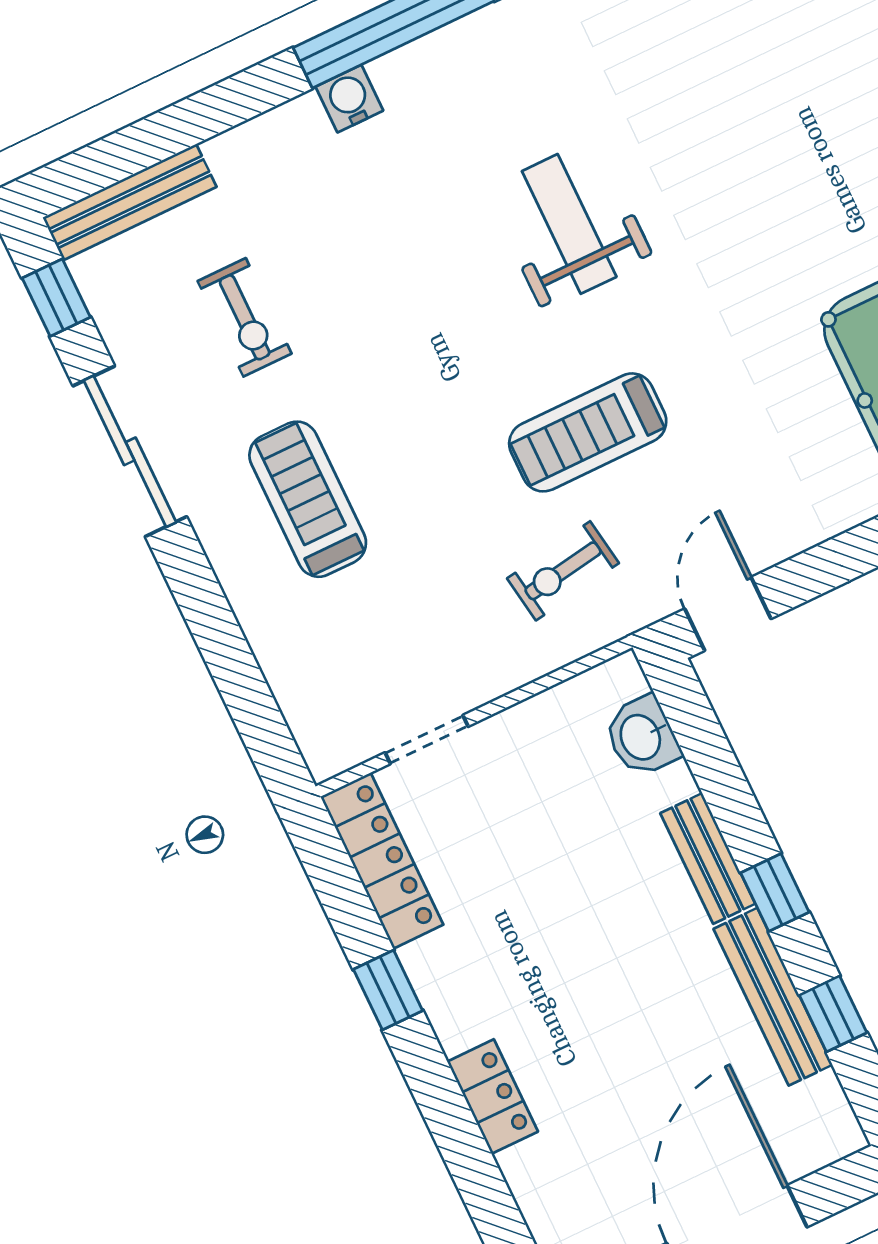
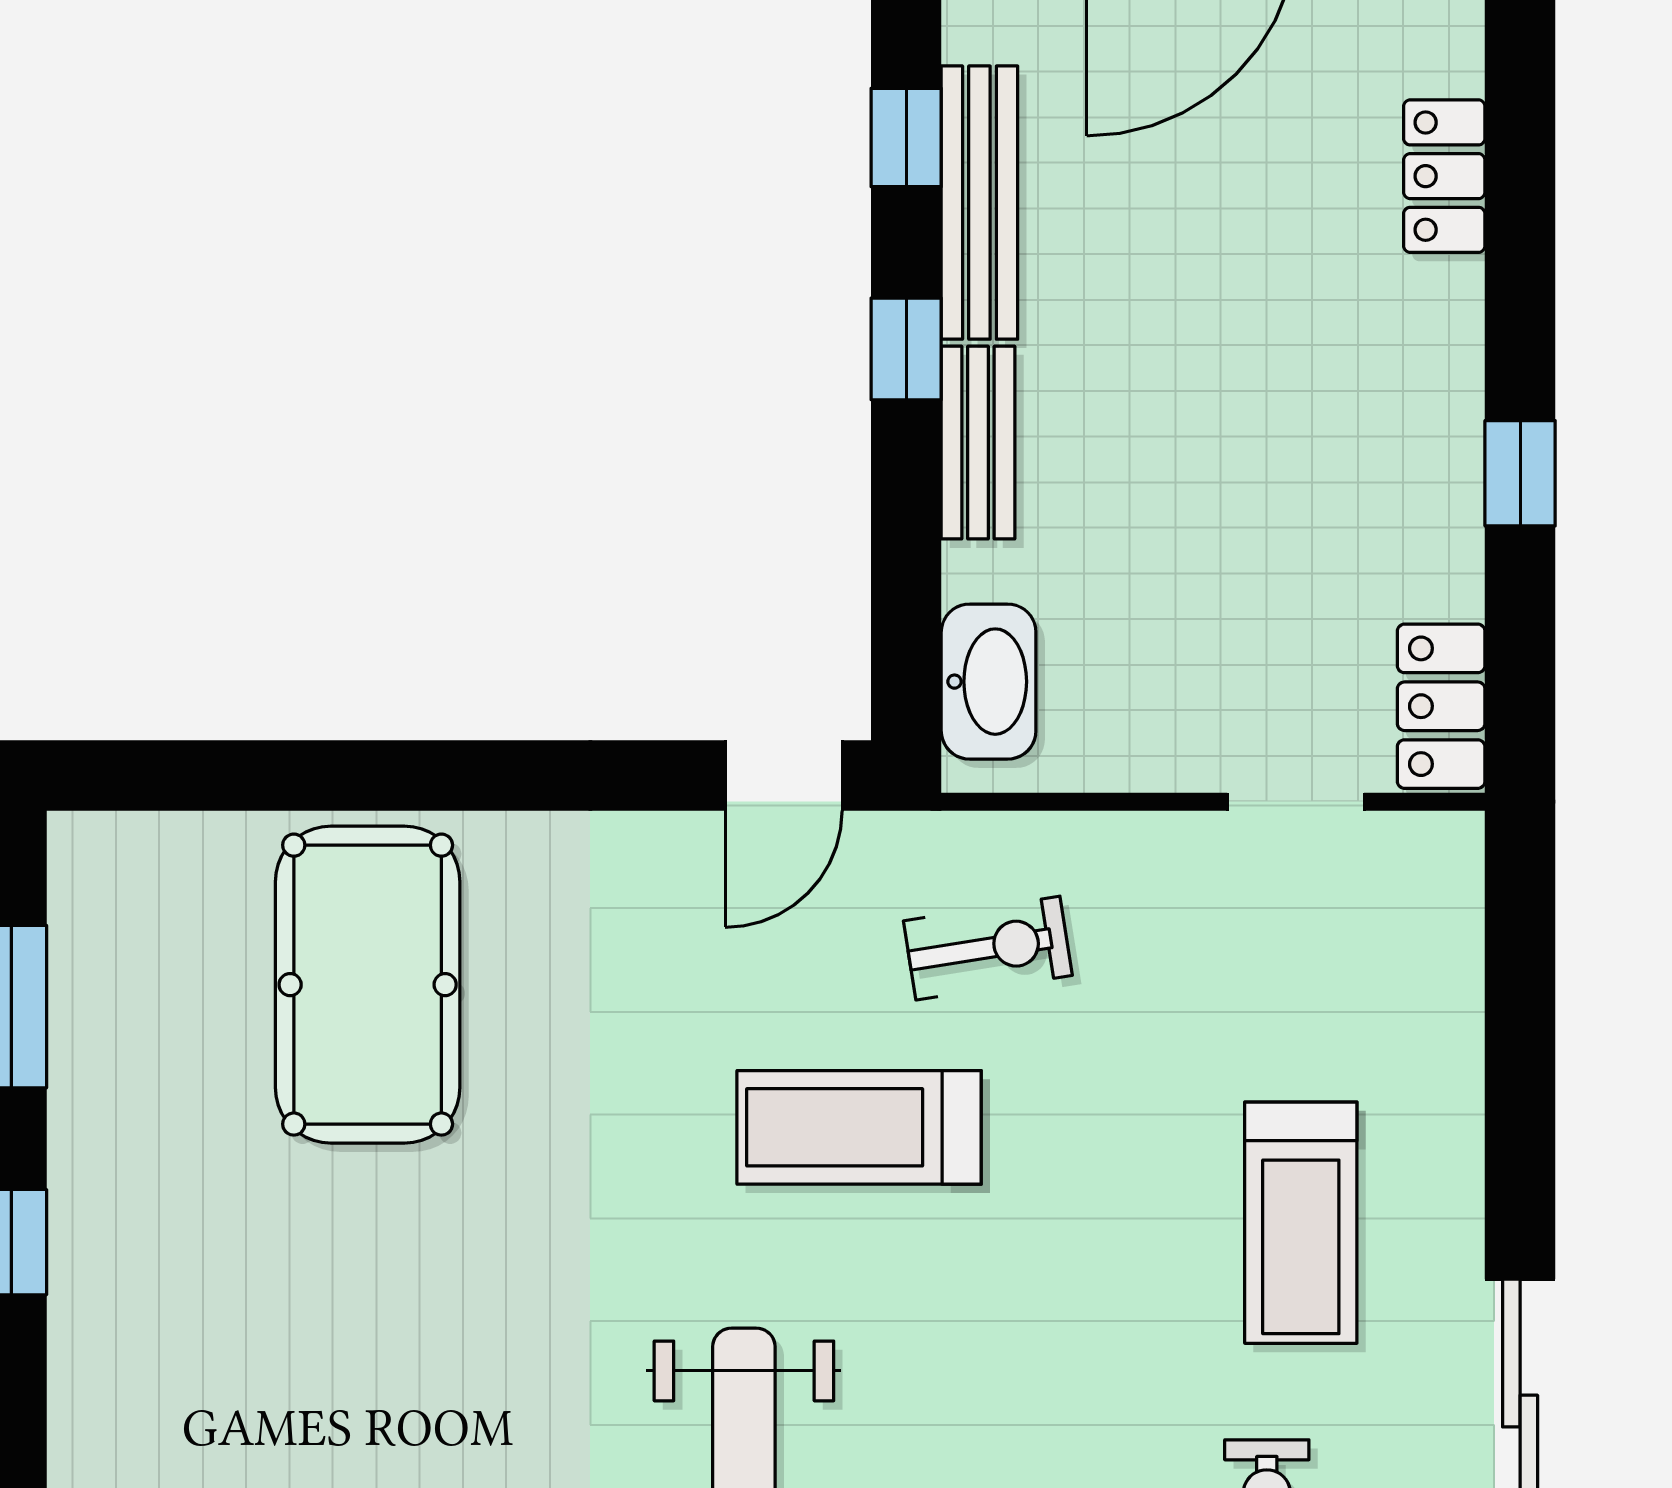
treadmill: (588, 432) -> (859, 1127), turned 180
washbasin: (642, 736) -> (989, 682), width x1.38
locker: (382, 861) -> (1441, 706), width x0.66
locker: (493, 1097) -> (1444, 176), moved

